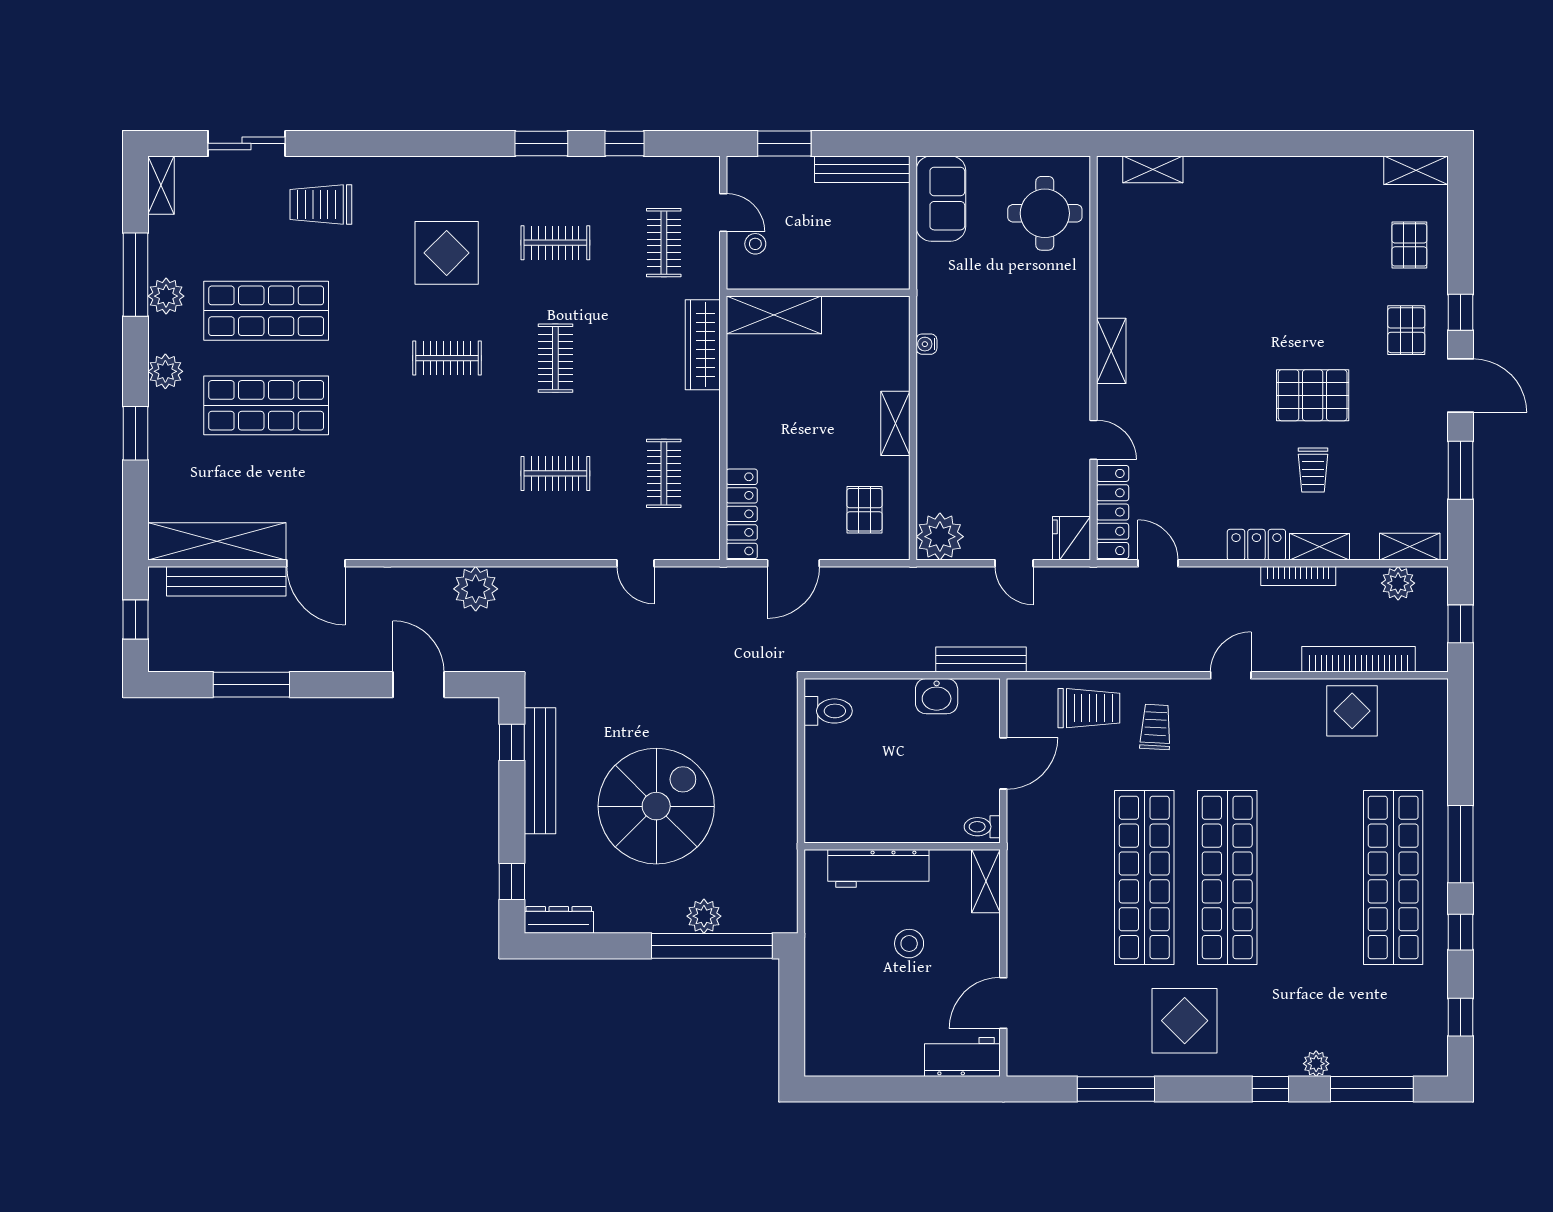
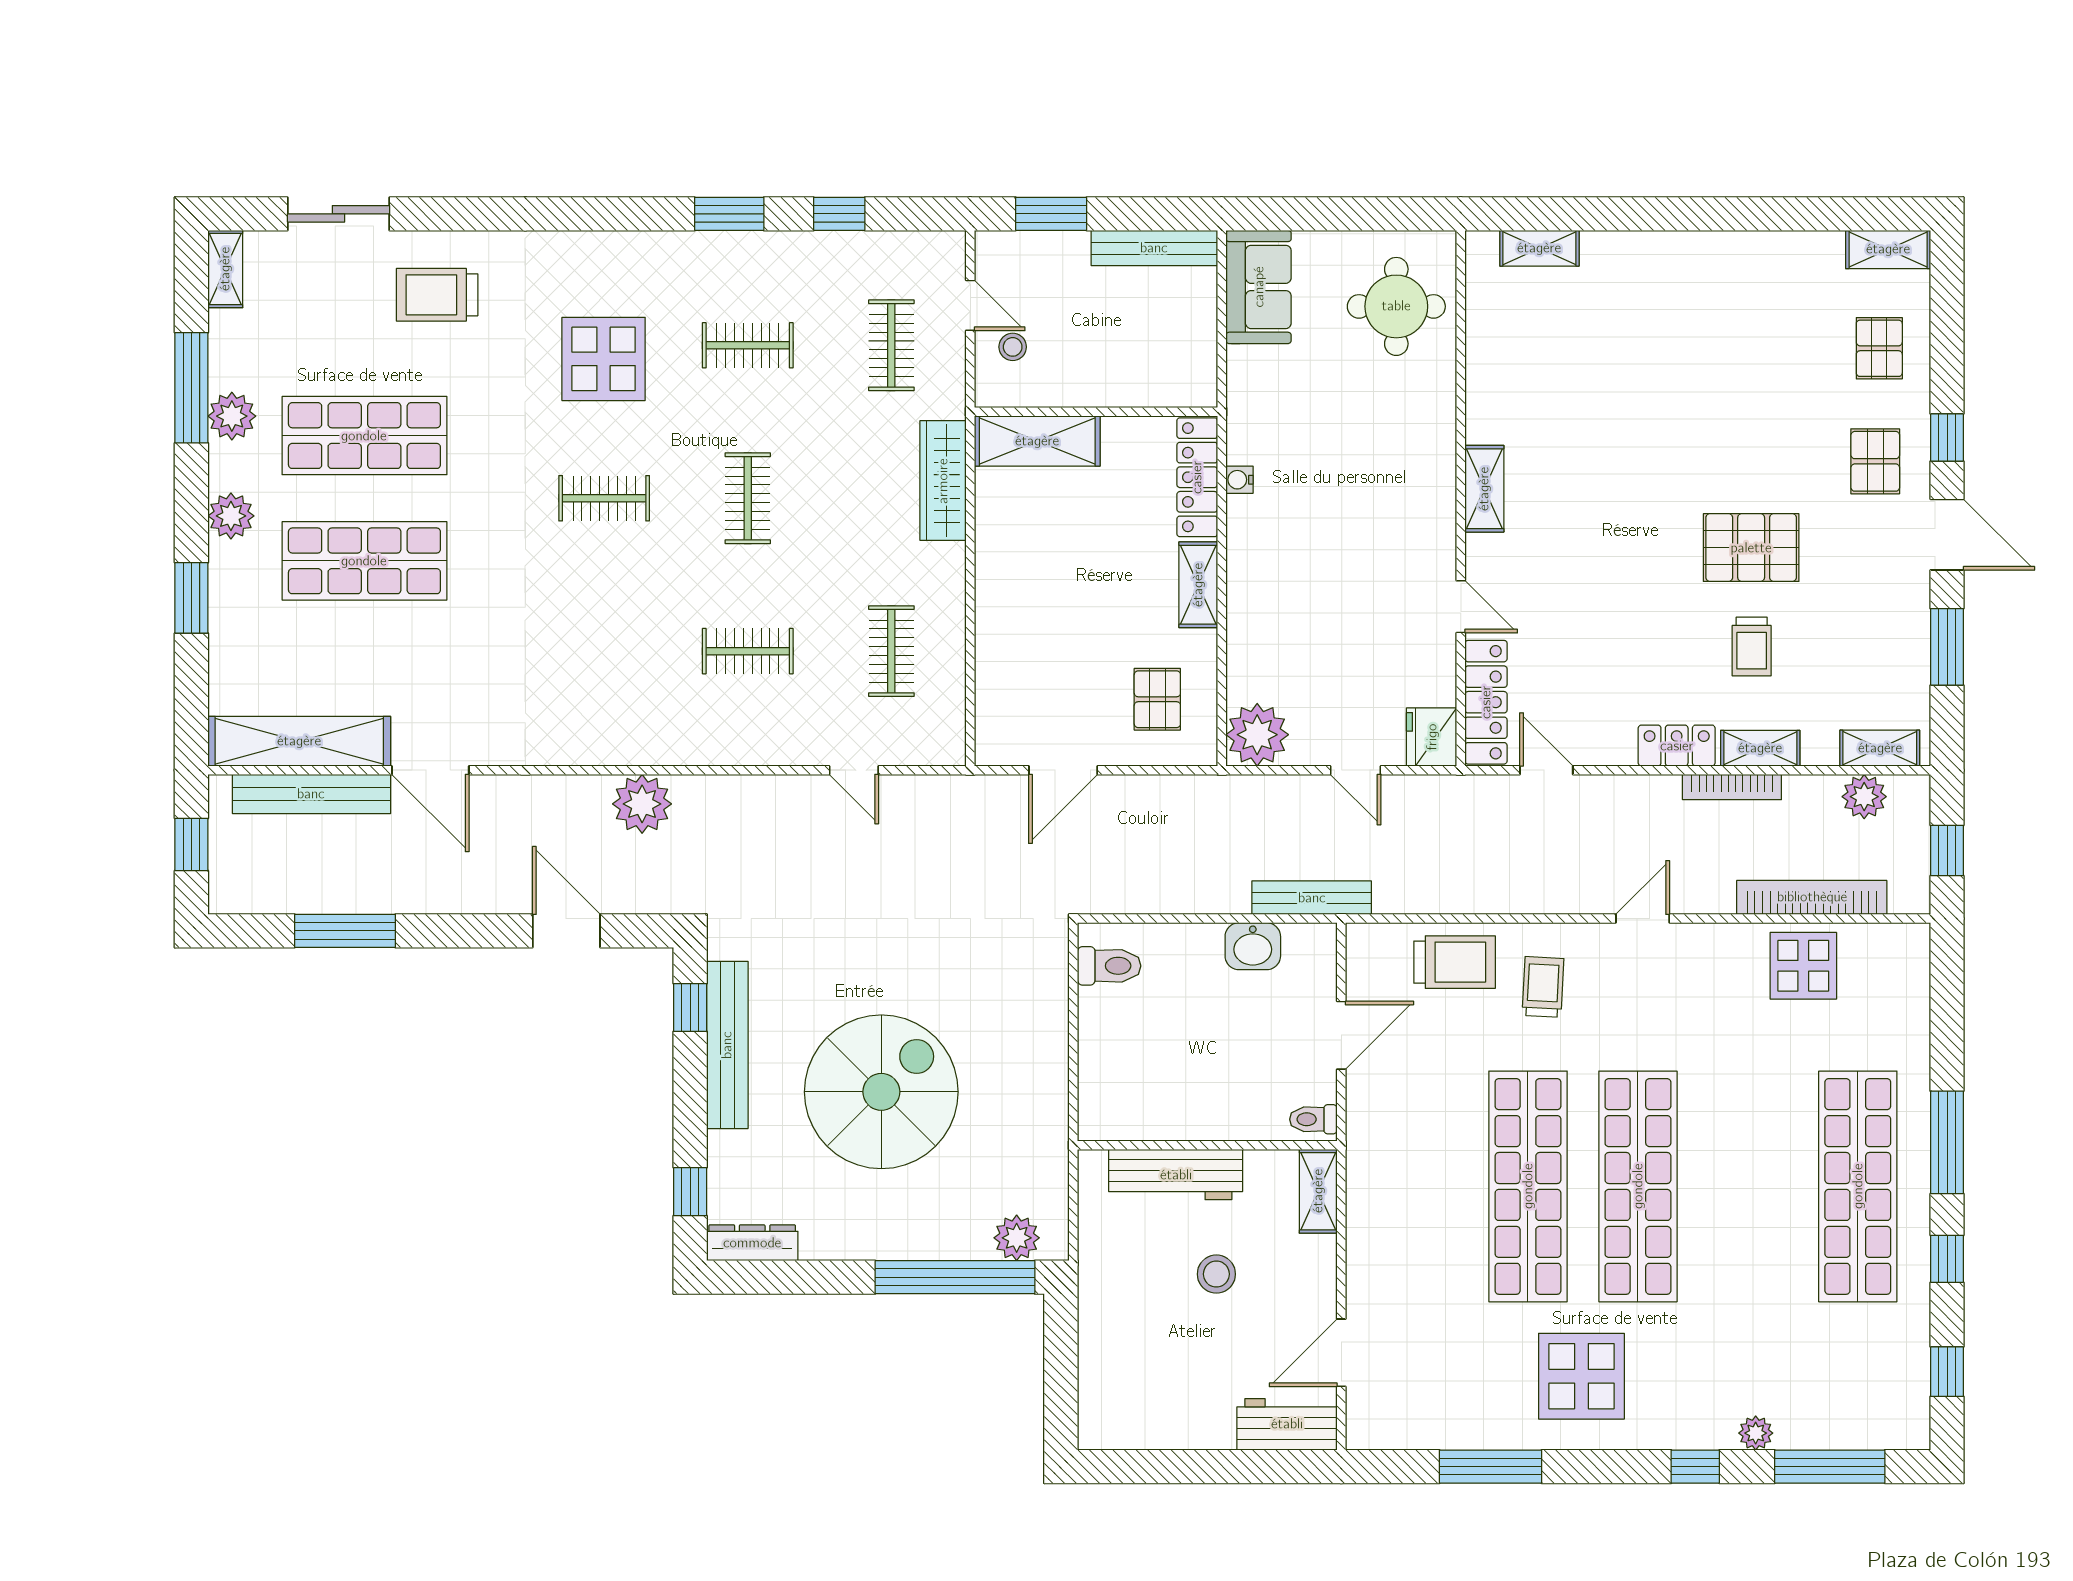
locker: (742, 514) -> (1197, 477), moved, turned 180
plant: (704, 916) -> (1017, 1238), moved

